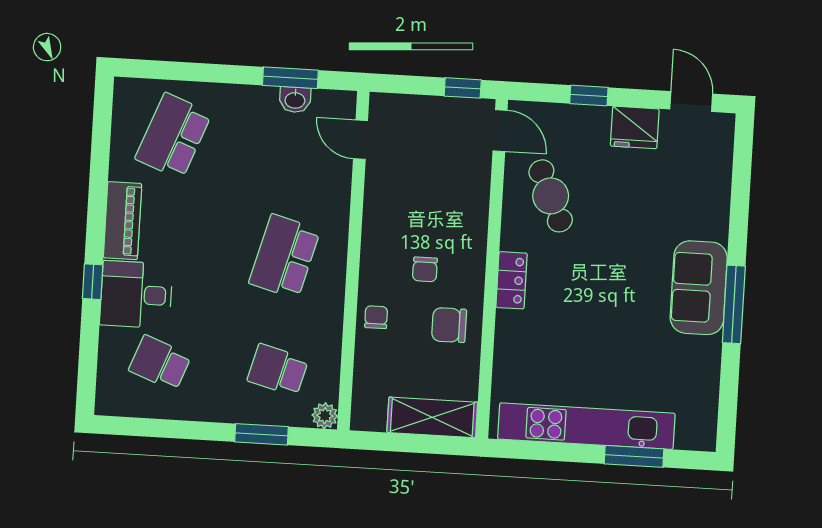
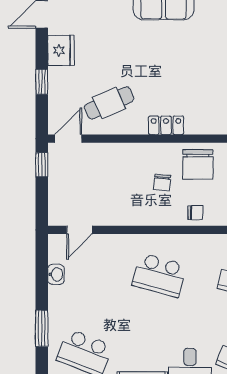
window: (290, 78) -> (42, 328), moved
chair: (425, 269) -> (162, 183), turned 95
chair: (376, 317) -> (195, 213), turned 180
chair: (449, 325) -> (198, 165), width x1.37, depth x1.37

